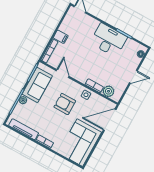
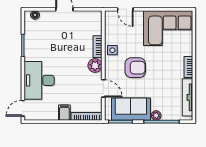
desk: (109, 40) -> (39, 80), moved
door: (63, 74) -> (103, 88), swing flipped
plant: (108, 91) -> (95, 66), moved
armchair: (65, 104) -> (135, 68), turned -90
door: (110, 120) -> (125, 9), width x0.53

